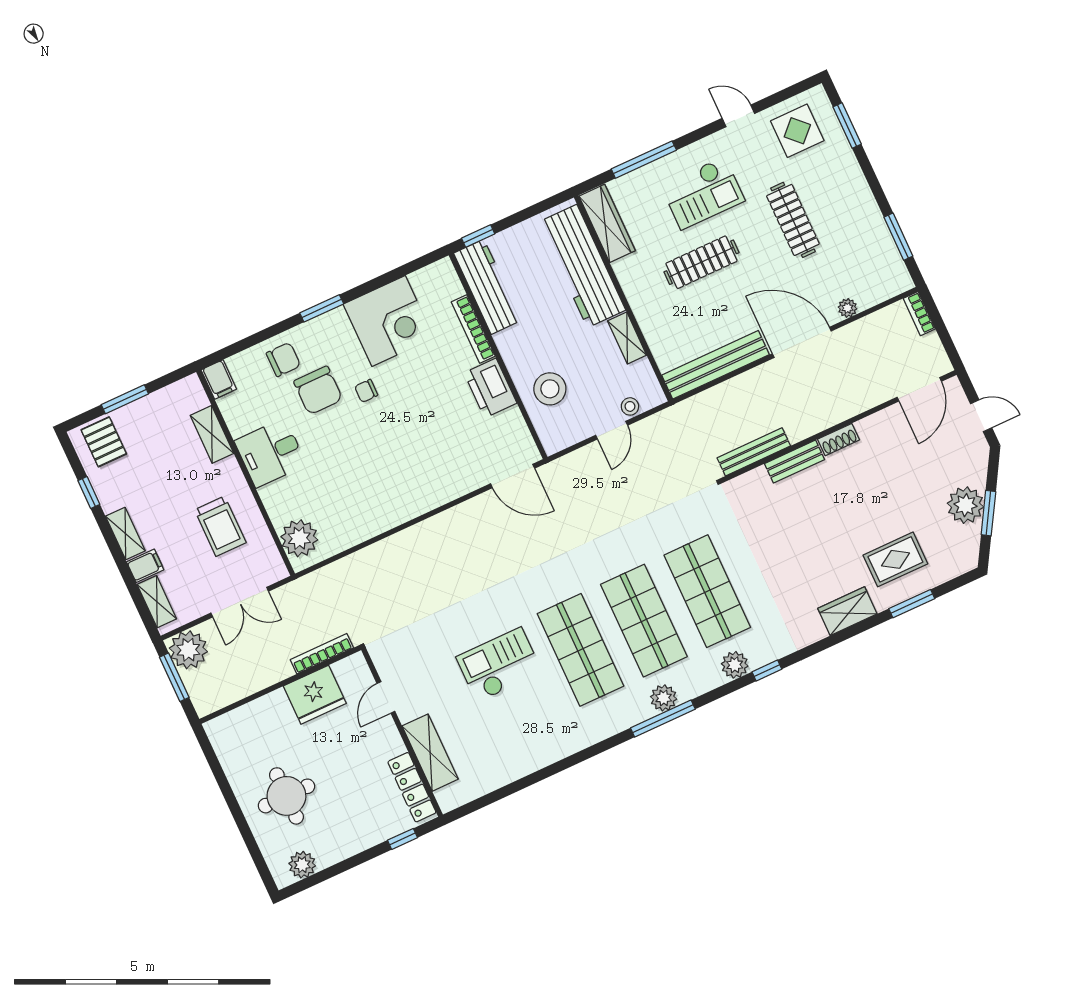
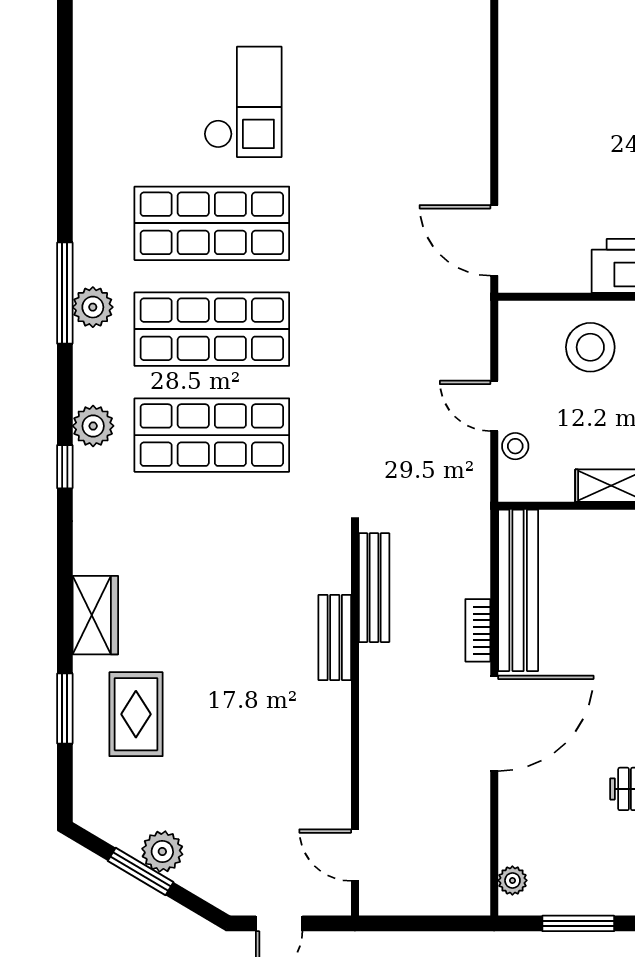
plant: (847, 308) -> (512, 880), moved
bookcase: (919, 314) -> (478, 630), moved, turned -90
door: (919, 389) -> (355, 855), width x0.73
shoe rack: (838, 440) -> (337, 712), removed
door: (513, 476) -> (494, 240), hinge flipped
plant: (965, 505) -> (162, 851), width x0.73, depth x0.73

